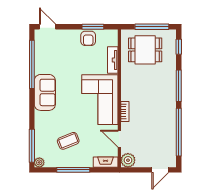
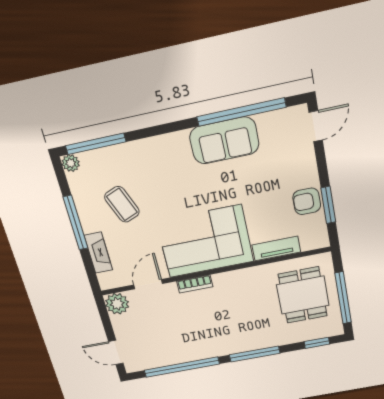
sofa: (45, 92) -> (224, 140), moved
fireplace: (106, 162) -> (98, 253), moved

